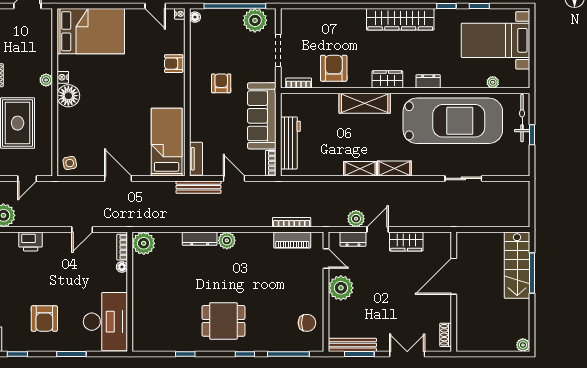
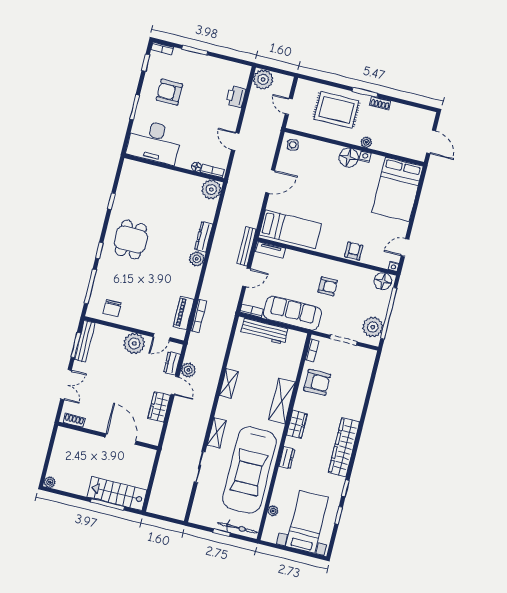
floor lamp: (195, 17) -> (383, 281), width x1.89, depth x1.89
shelving: (394, 168) -> (217, 433), moved

